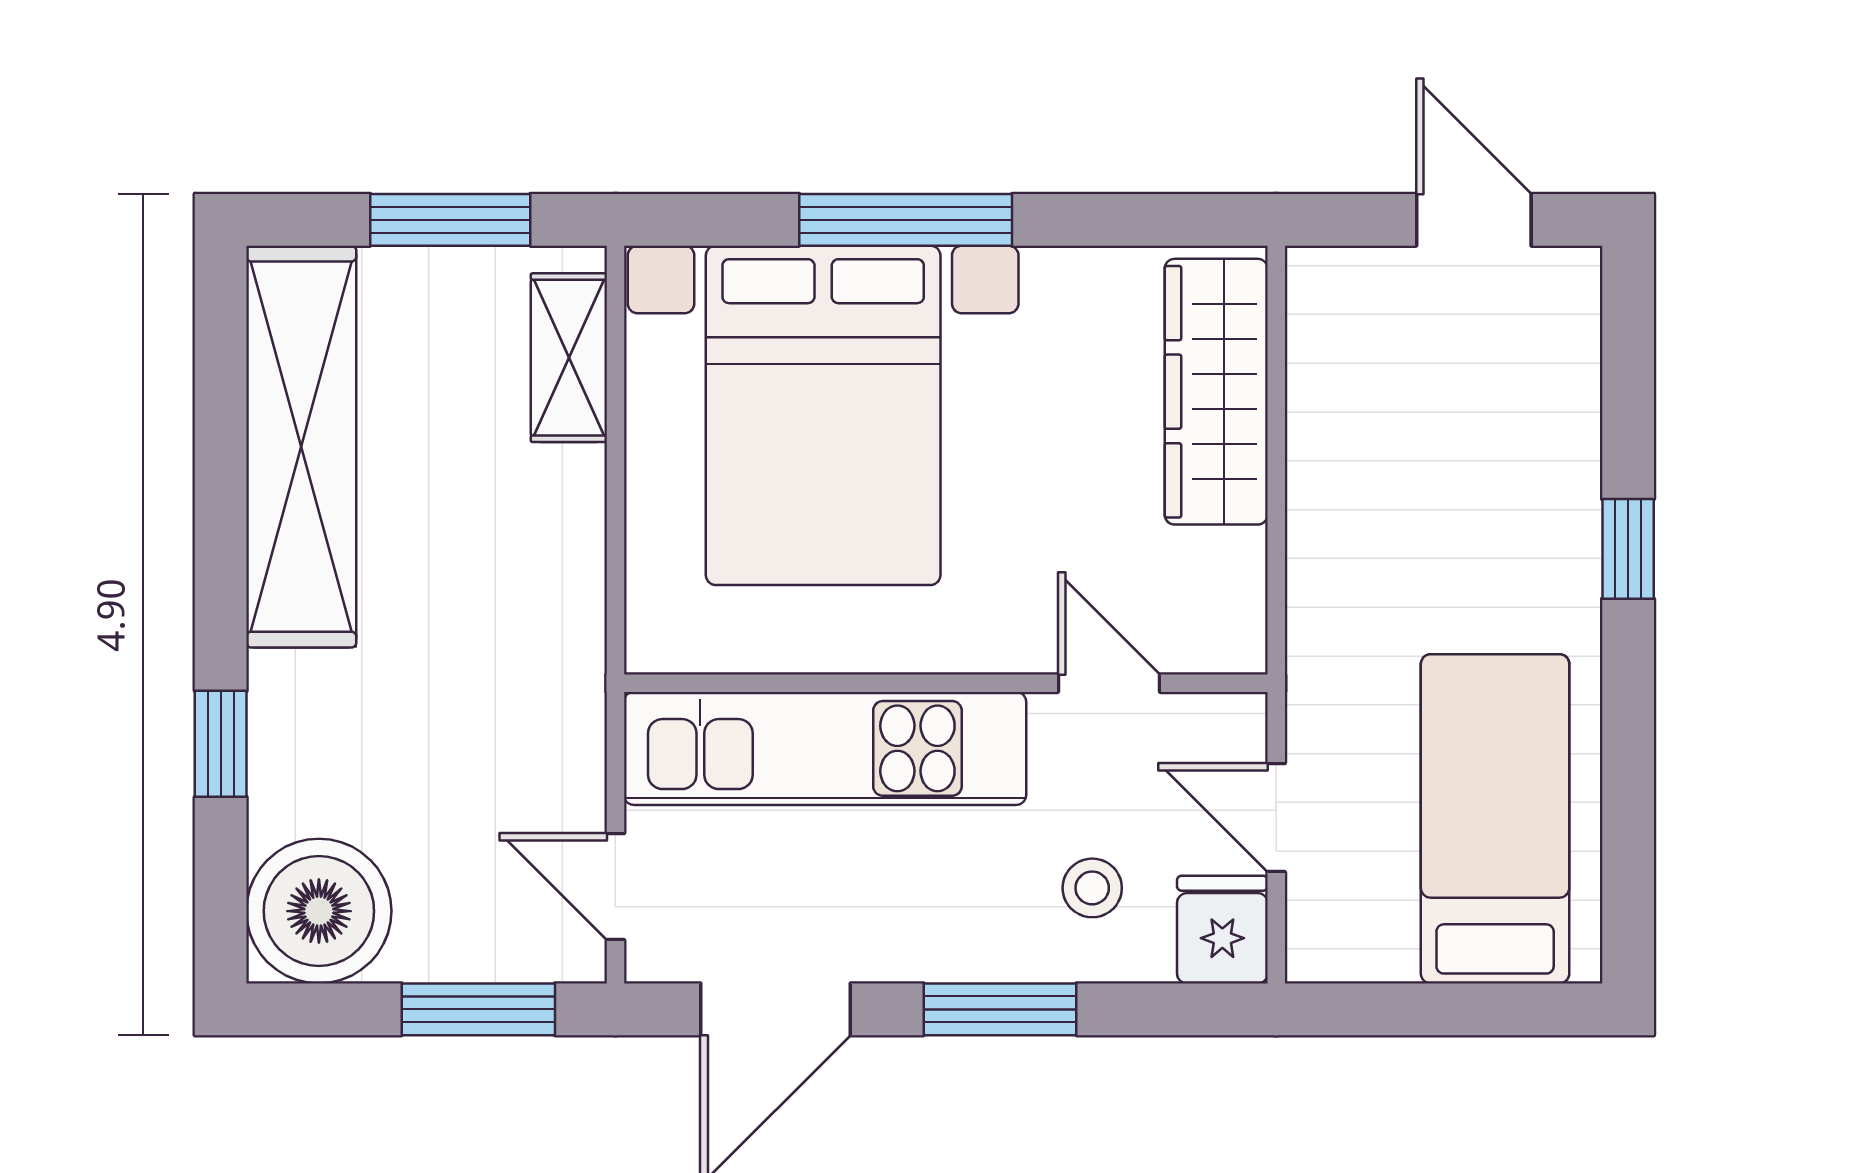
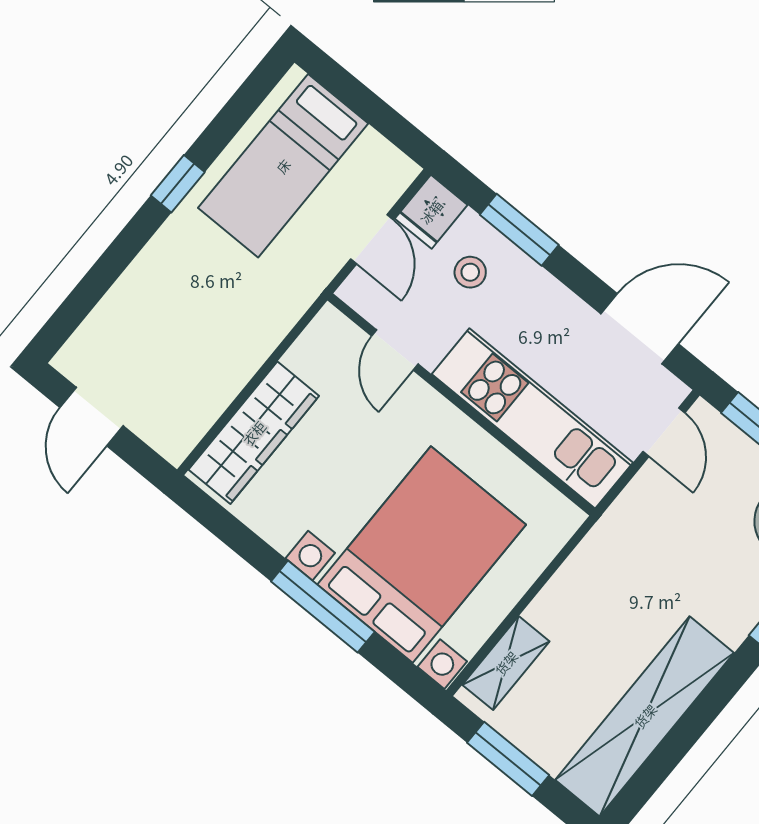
window: (1628, 549) -> (178, 184), moved
window: (1000, 1009) -> (519, 230), moved

